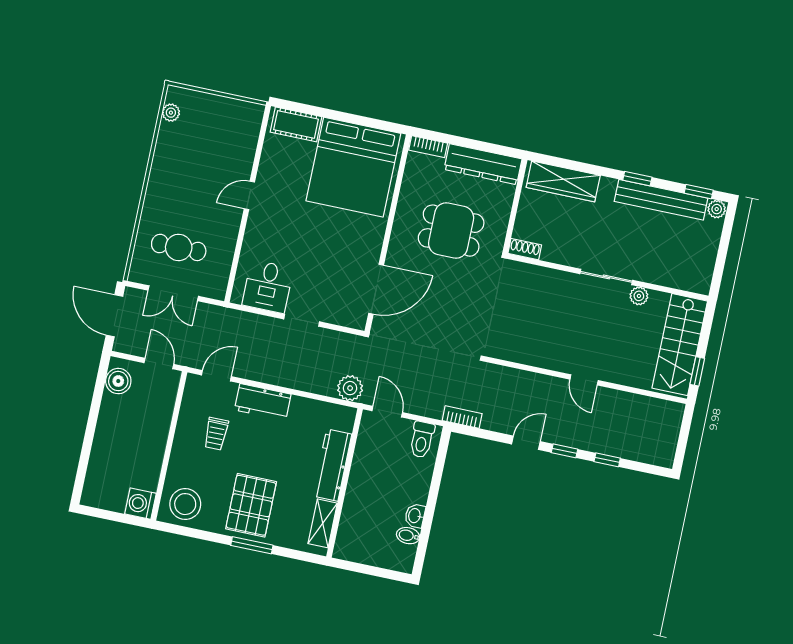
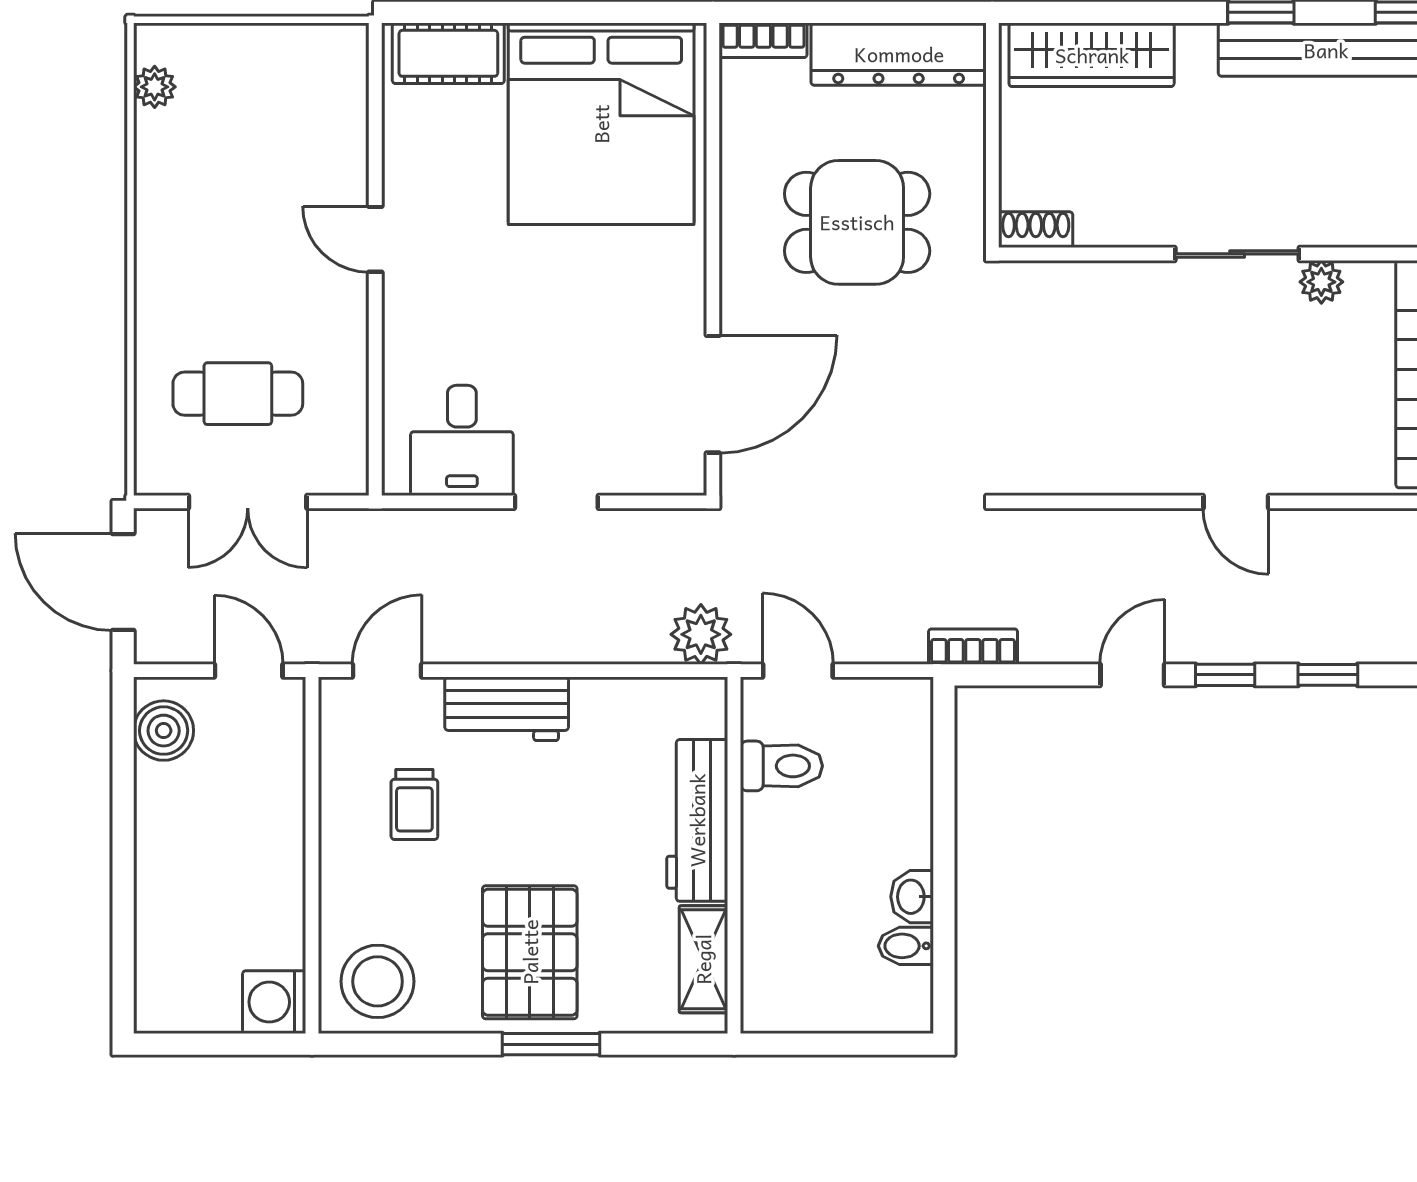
door: (249, 195) -> (375, 239), hinge flipped
toilet: (422, 440) -> (781, 766), moved, turned -90

